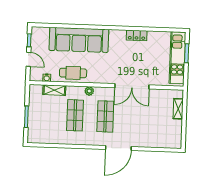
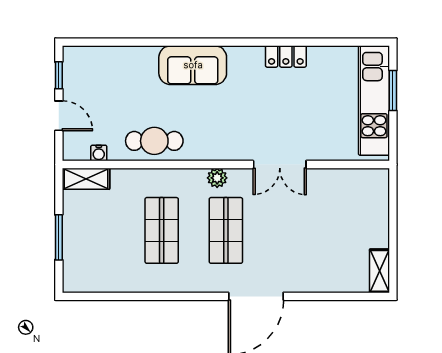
sofa: (79, 40) -> (193, 65), width x0.54, depth x0.79
double door: (132, 86) -> (280, 165), width x0.73
shelving: (54, 90) -> (86, 179), moved
plant: (89, 91) -> (217, 178), moved
shelving: (178, 109) -> (380, 271), moved

